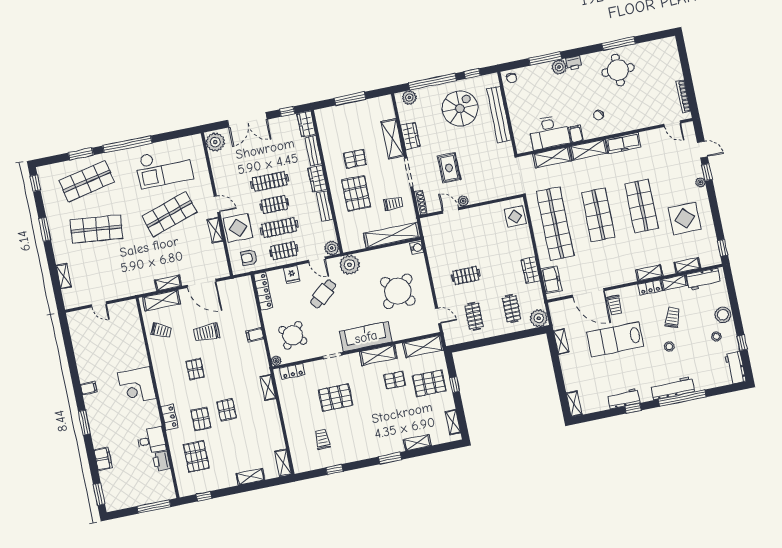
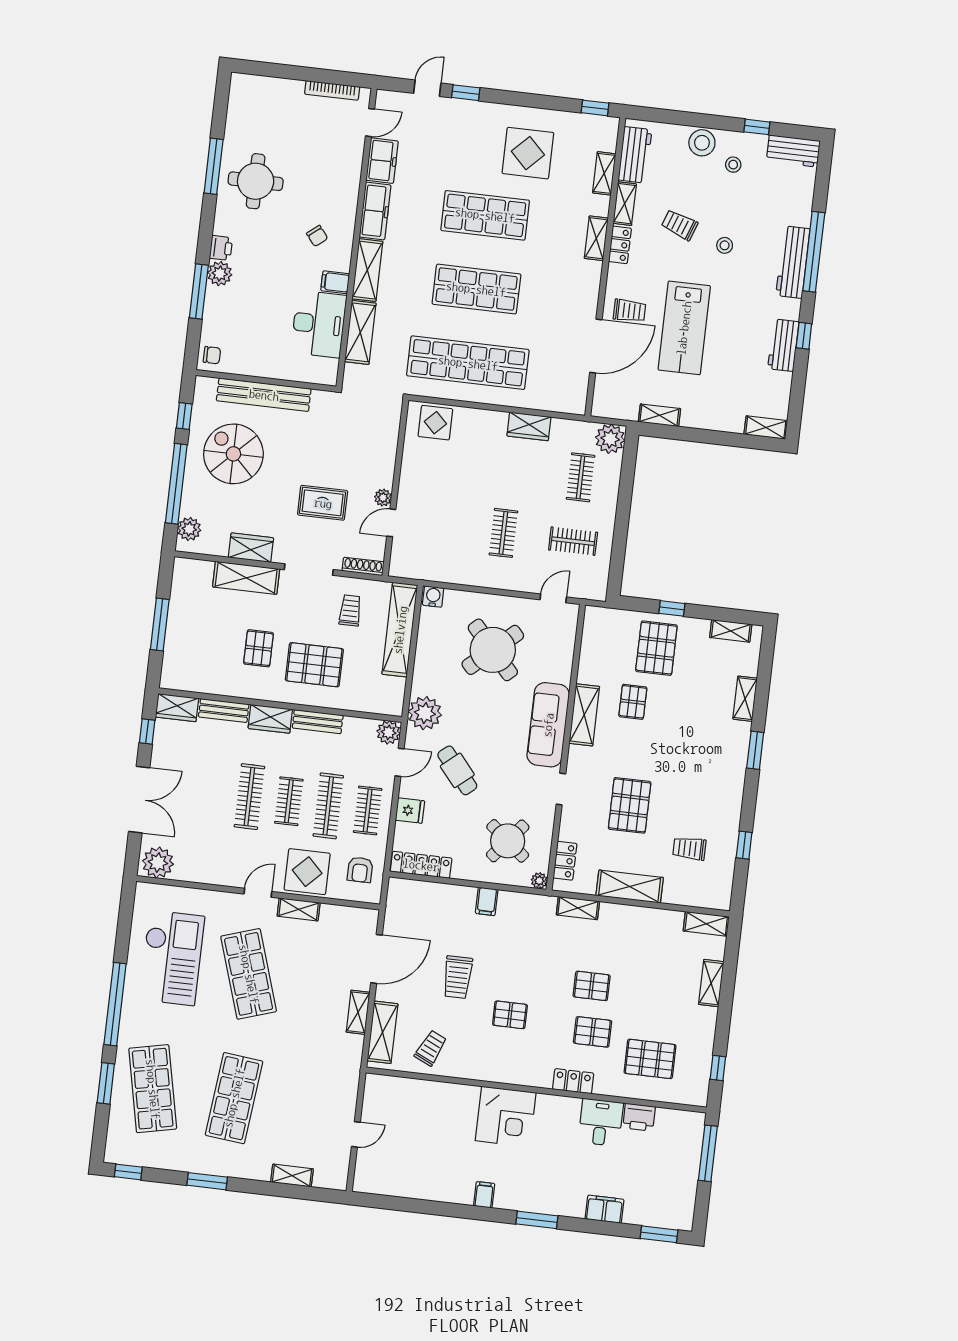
plant: (700, 182) -> (479, 109), removed
freezer: (551, 280) -> (382, 161), moved, turned 90
clothes rail: (511, 309) -> (581, 477), turned 90
shelving: (423, 346) -> (630, 887), moved, turned 90

